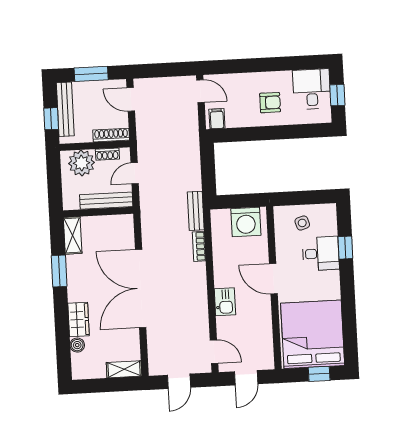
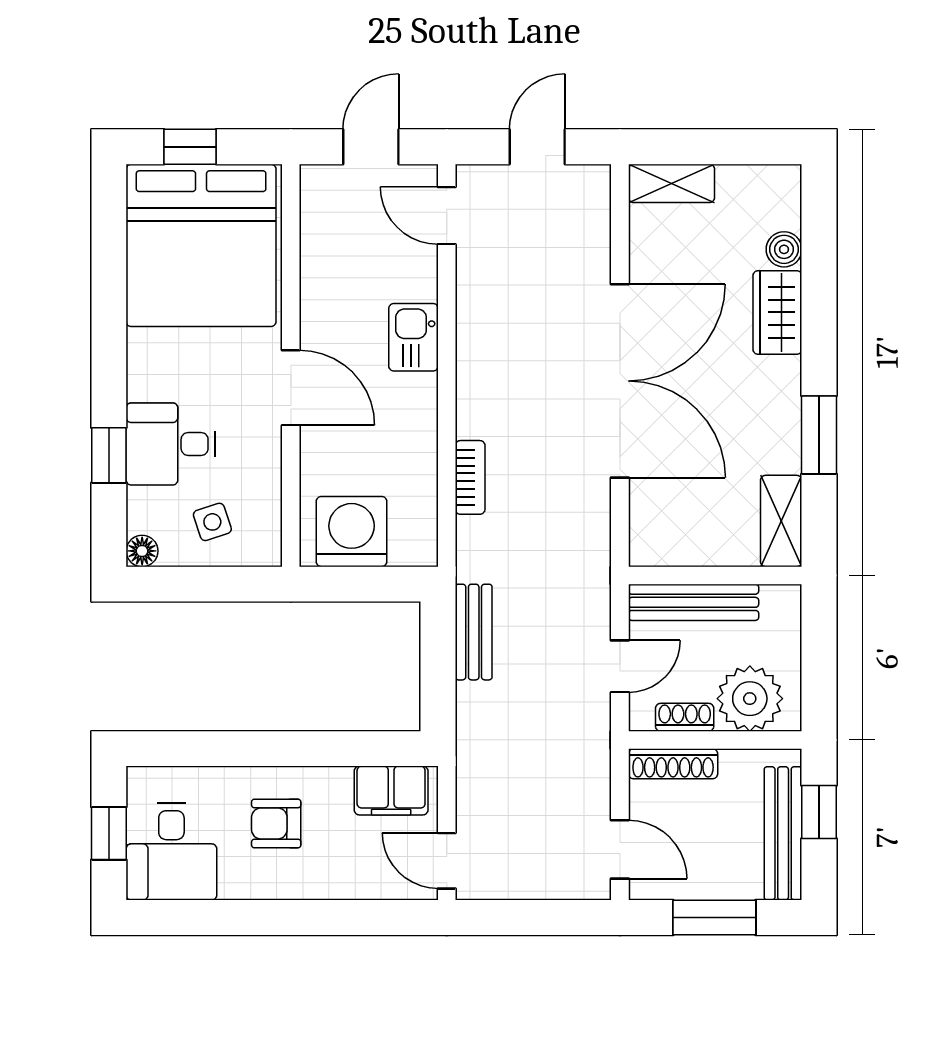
filing cabinet: (217, 119) -> (391, 791), width x2.00
floor lamp: (330, 210) -> (142, 551), added
bench: (196, 211) -> (474, 632), moved

